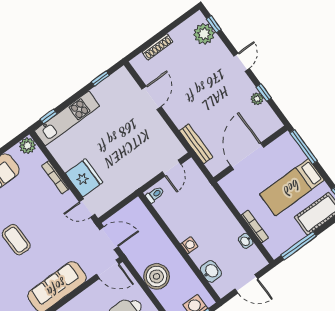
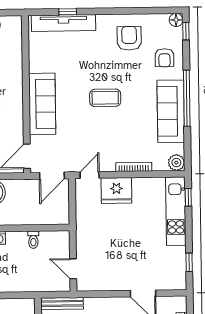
bench: (196, 144) -> (62, 303), moved
toilet: (155, 195) -> (33, 240), moved

